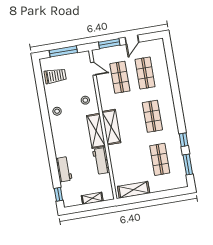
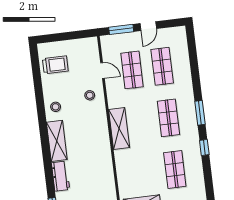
window: (63, 51) -> (66, 36), removed
door: (93, 69) -> (102, 71), moved
shelving: (96, 131) -> (57, 141), moved
workbench: (101, 161) -> (105, 168), removed
window: (188, 164) -> (200, 113), moved

